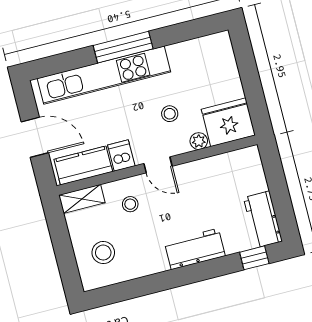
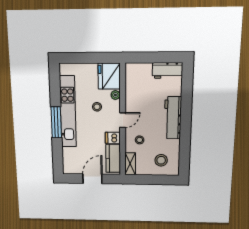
kitchen unit: (104, 75) -> (68, 112), moved
workbench: (195, 249) -> (173, 118), width x1.38
window: (254, 258) -> (187, 81), removed

